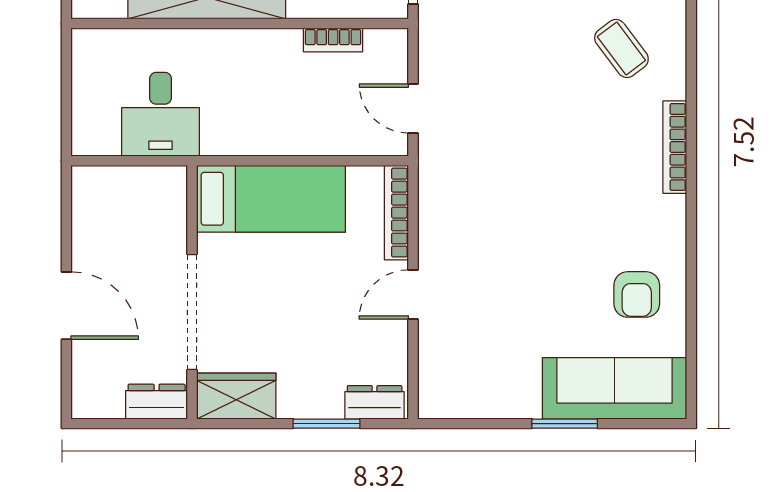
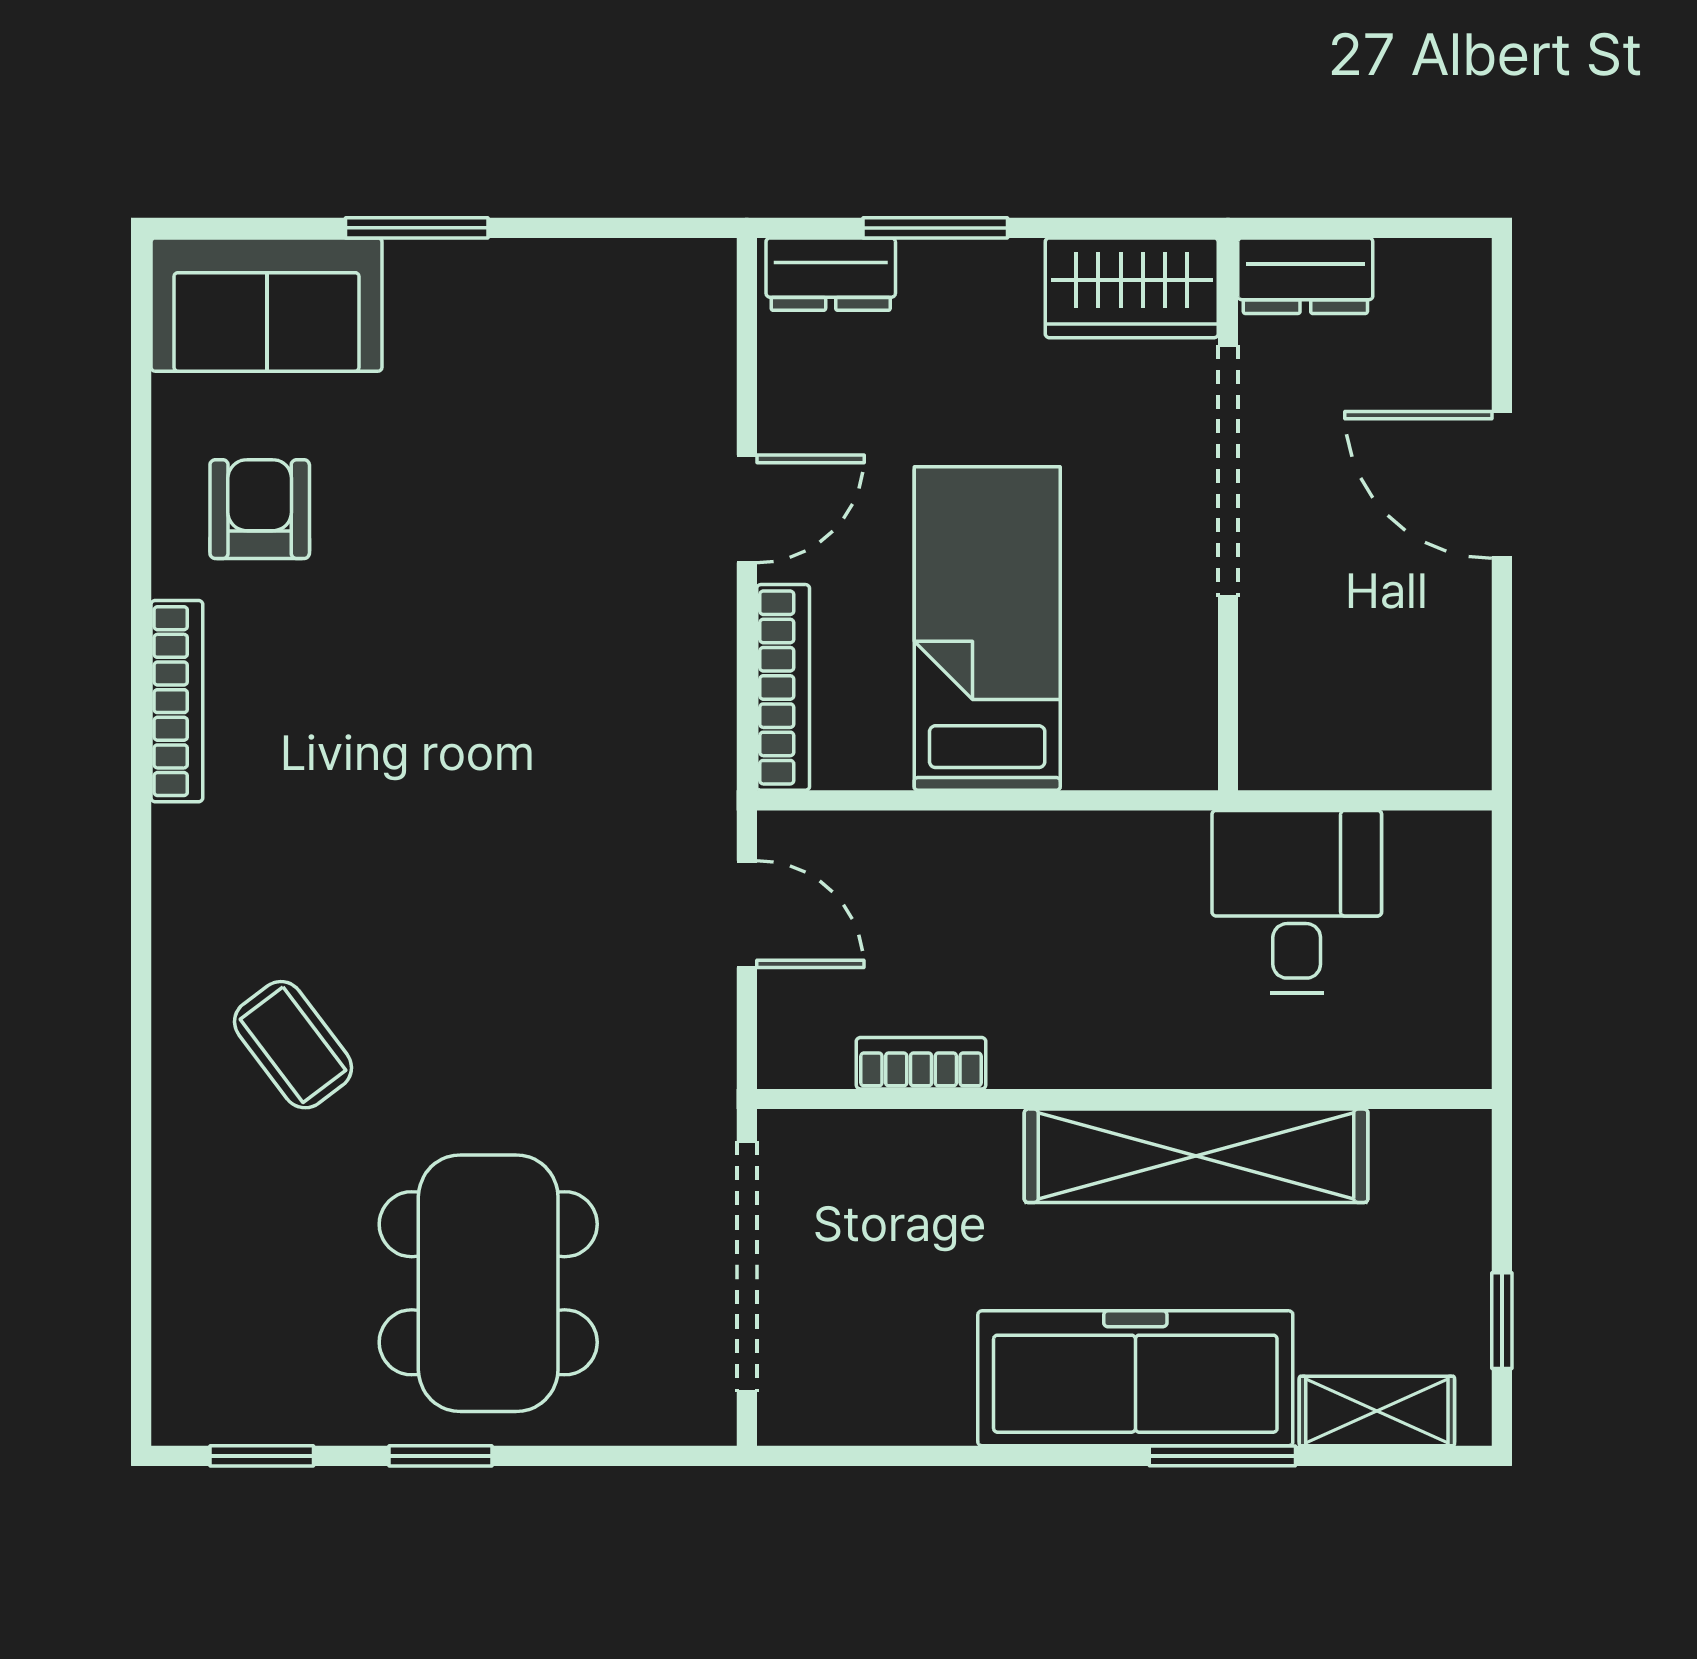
bookcase: (675, 147) -> (177, 701), moved
bed: (271, 199) -> (987, 628), moved, turned 90
sofa: (615, 388) -> (267, 305), width x0.73

